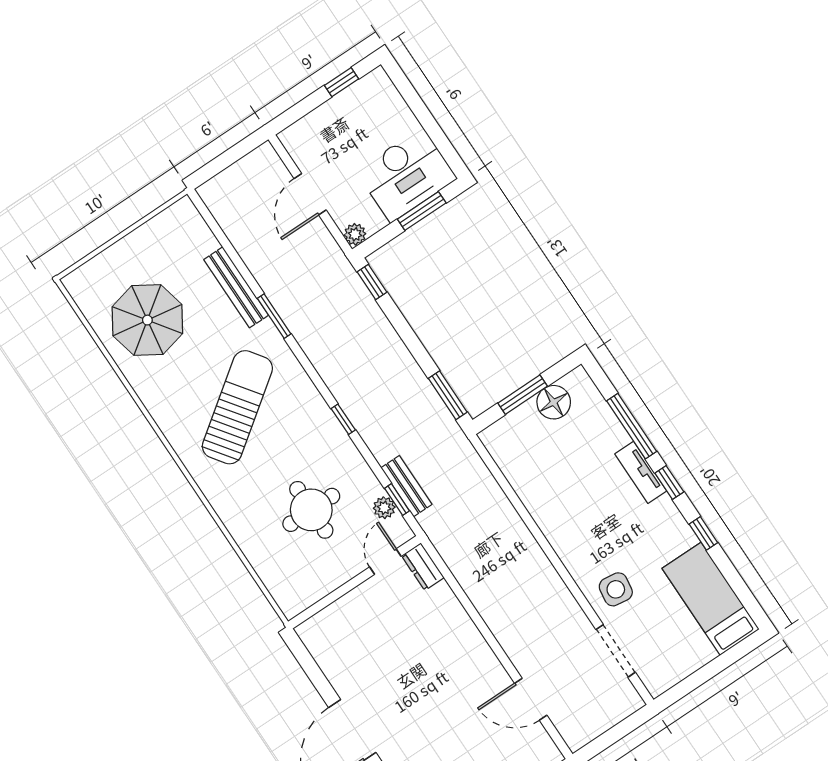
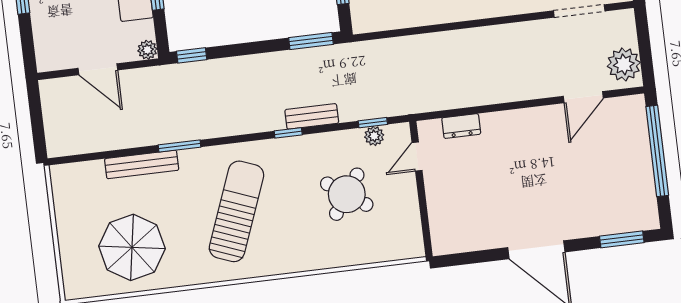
sun lounger: (237, 407) -> (236, 211), turned 57
bench: (406, 486) -> (312, 116), moved
round table: (311, 510) -> (347, 194), turned 35
door: (385, 562) -> (417, 157), hinge flipped
dresser: (423, 567) -> (461, 126), moved
plant: (585, 723) -> (624, 64), added

